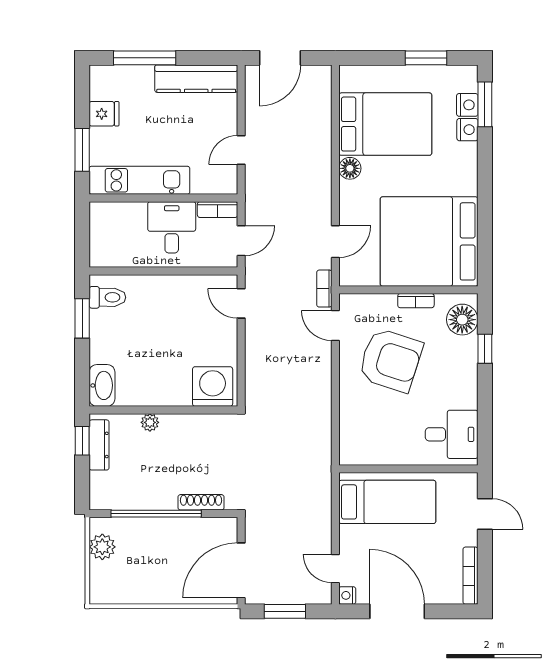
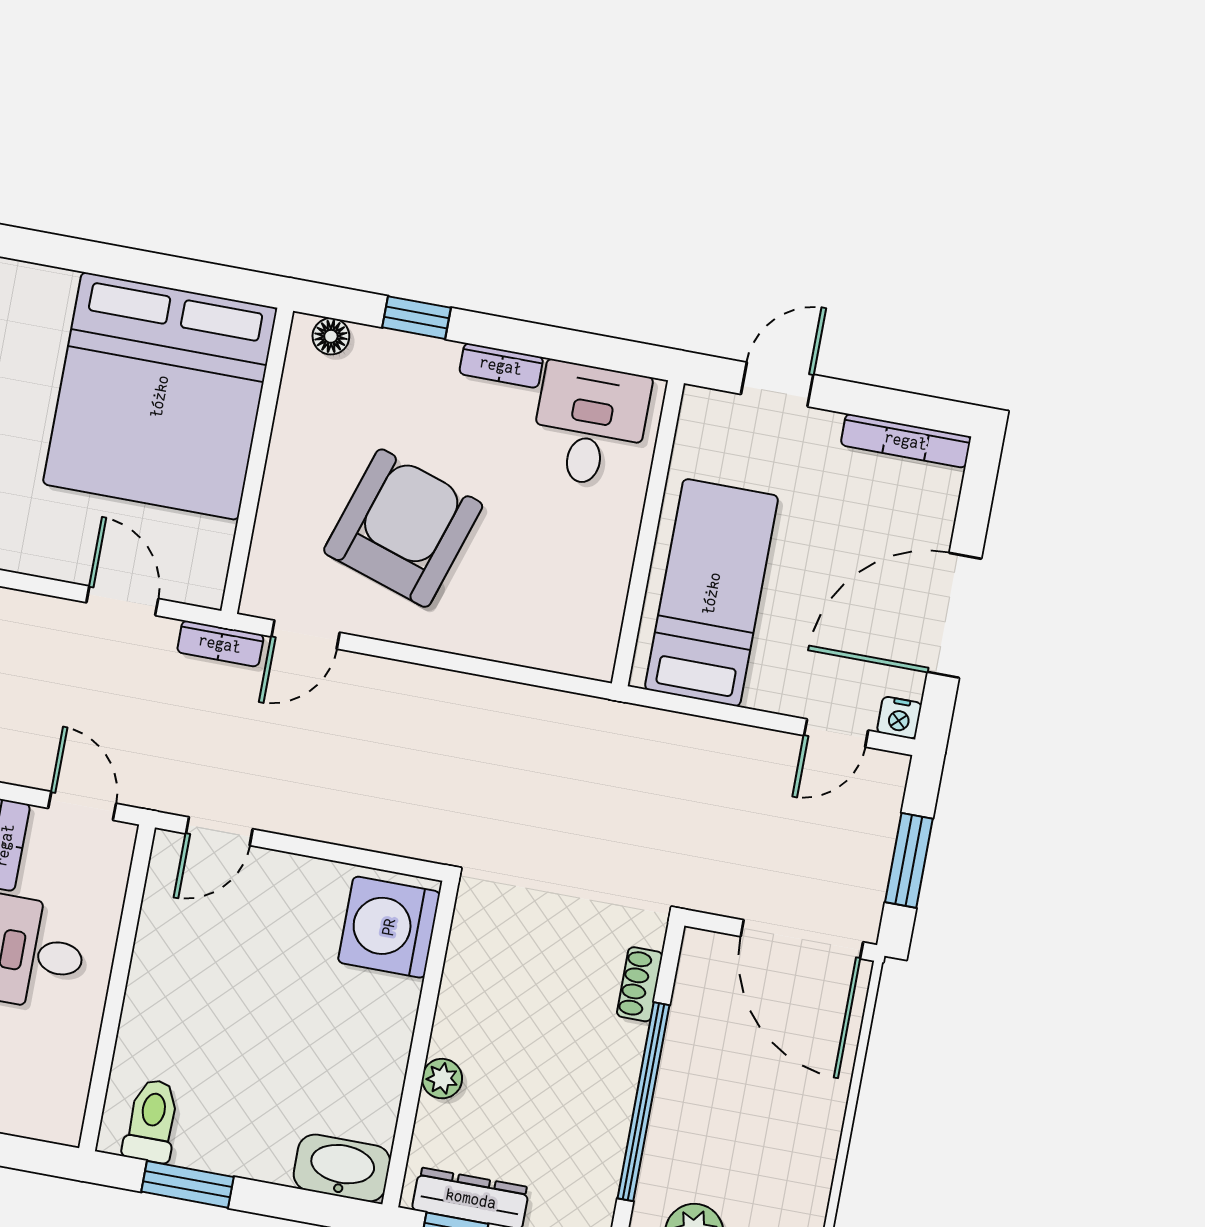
bookcase: (416, 301) -> (501, 366), moved, turned 90
floor lamp: (462, 320) -> (331, 336), width x0.53, depth x0.53
shoe rack: (201, 502) -> (640, 984), width x0.70

